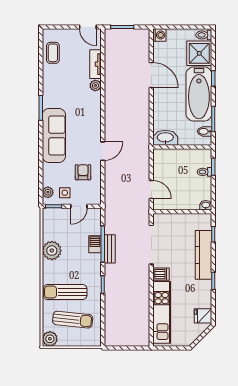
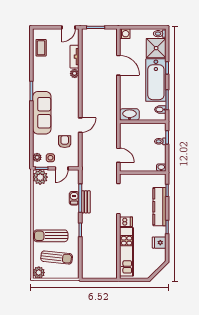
door: (88, 27) -> (69, 27), hinge flipped
plant: (52, 251) -> (40, 177), moved
fridge: (203, 316) -> (159, 243), moved

